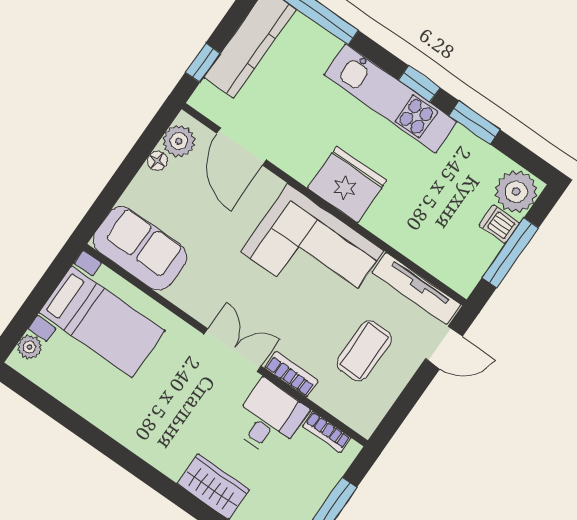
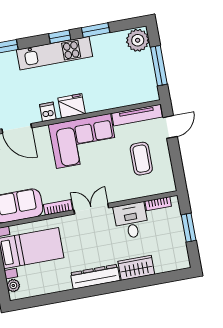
fridge: (347, 184) -> (72, 106), width x0.73, depth x0.75
dishwasher: (499, 224) -> (48, 112), moved, turned 90
bookcase: (291, 374) -> (58, 207), moved
dresser: (148, 444) -> (95, 277), added

